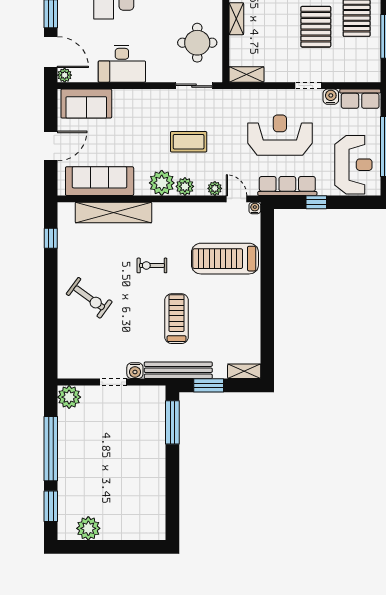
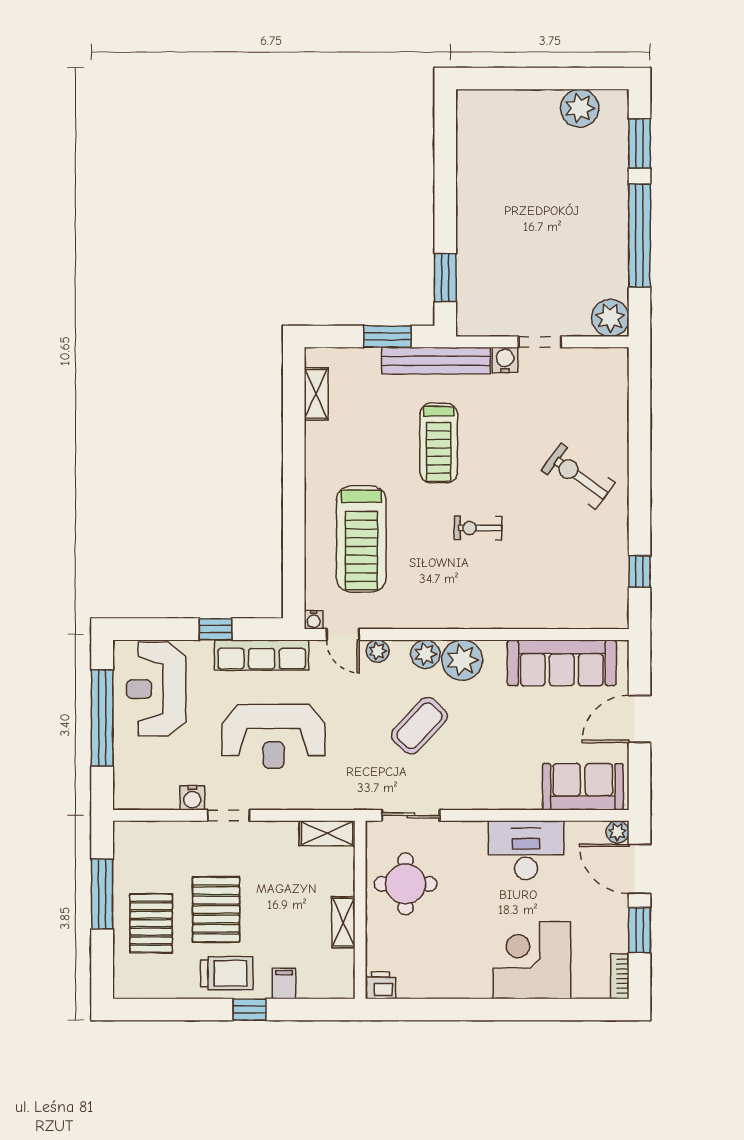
row of seats: (360, 99) -> (145, 794), removed
coffee table: (189, 142) -> (419, 726), turned -47
shelving: (113, 213) -> (539, 613), removed
treadmill: (225, 259) -> (361, 539), turned 90
exercise bike: (152, 265) -> (478, 528), turned 180
shelving: (244, 371) -> (316, 394), moved, turned 90
window: (172, 422) -> (445, 278), width x0.69

